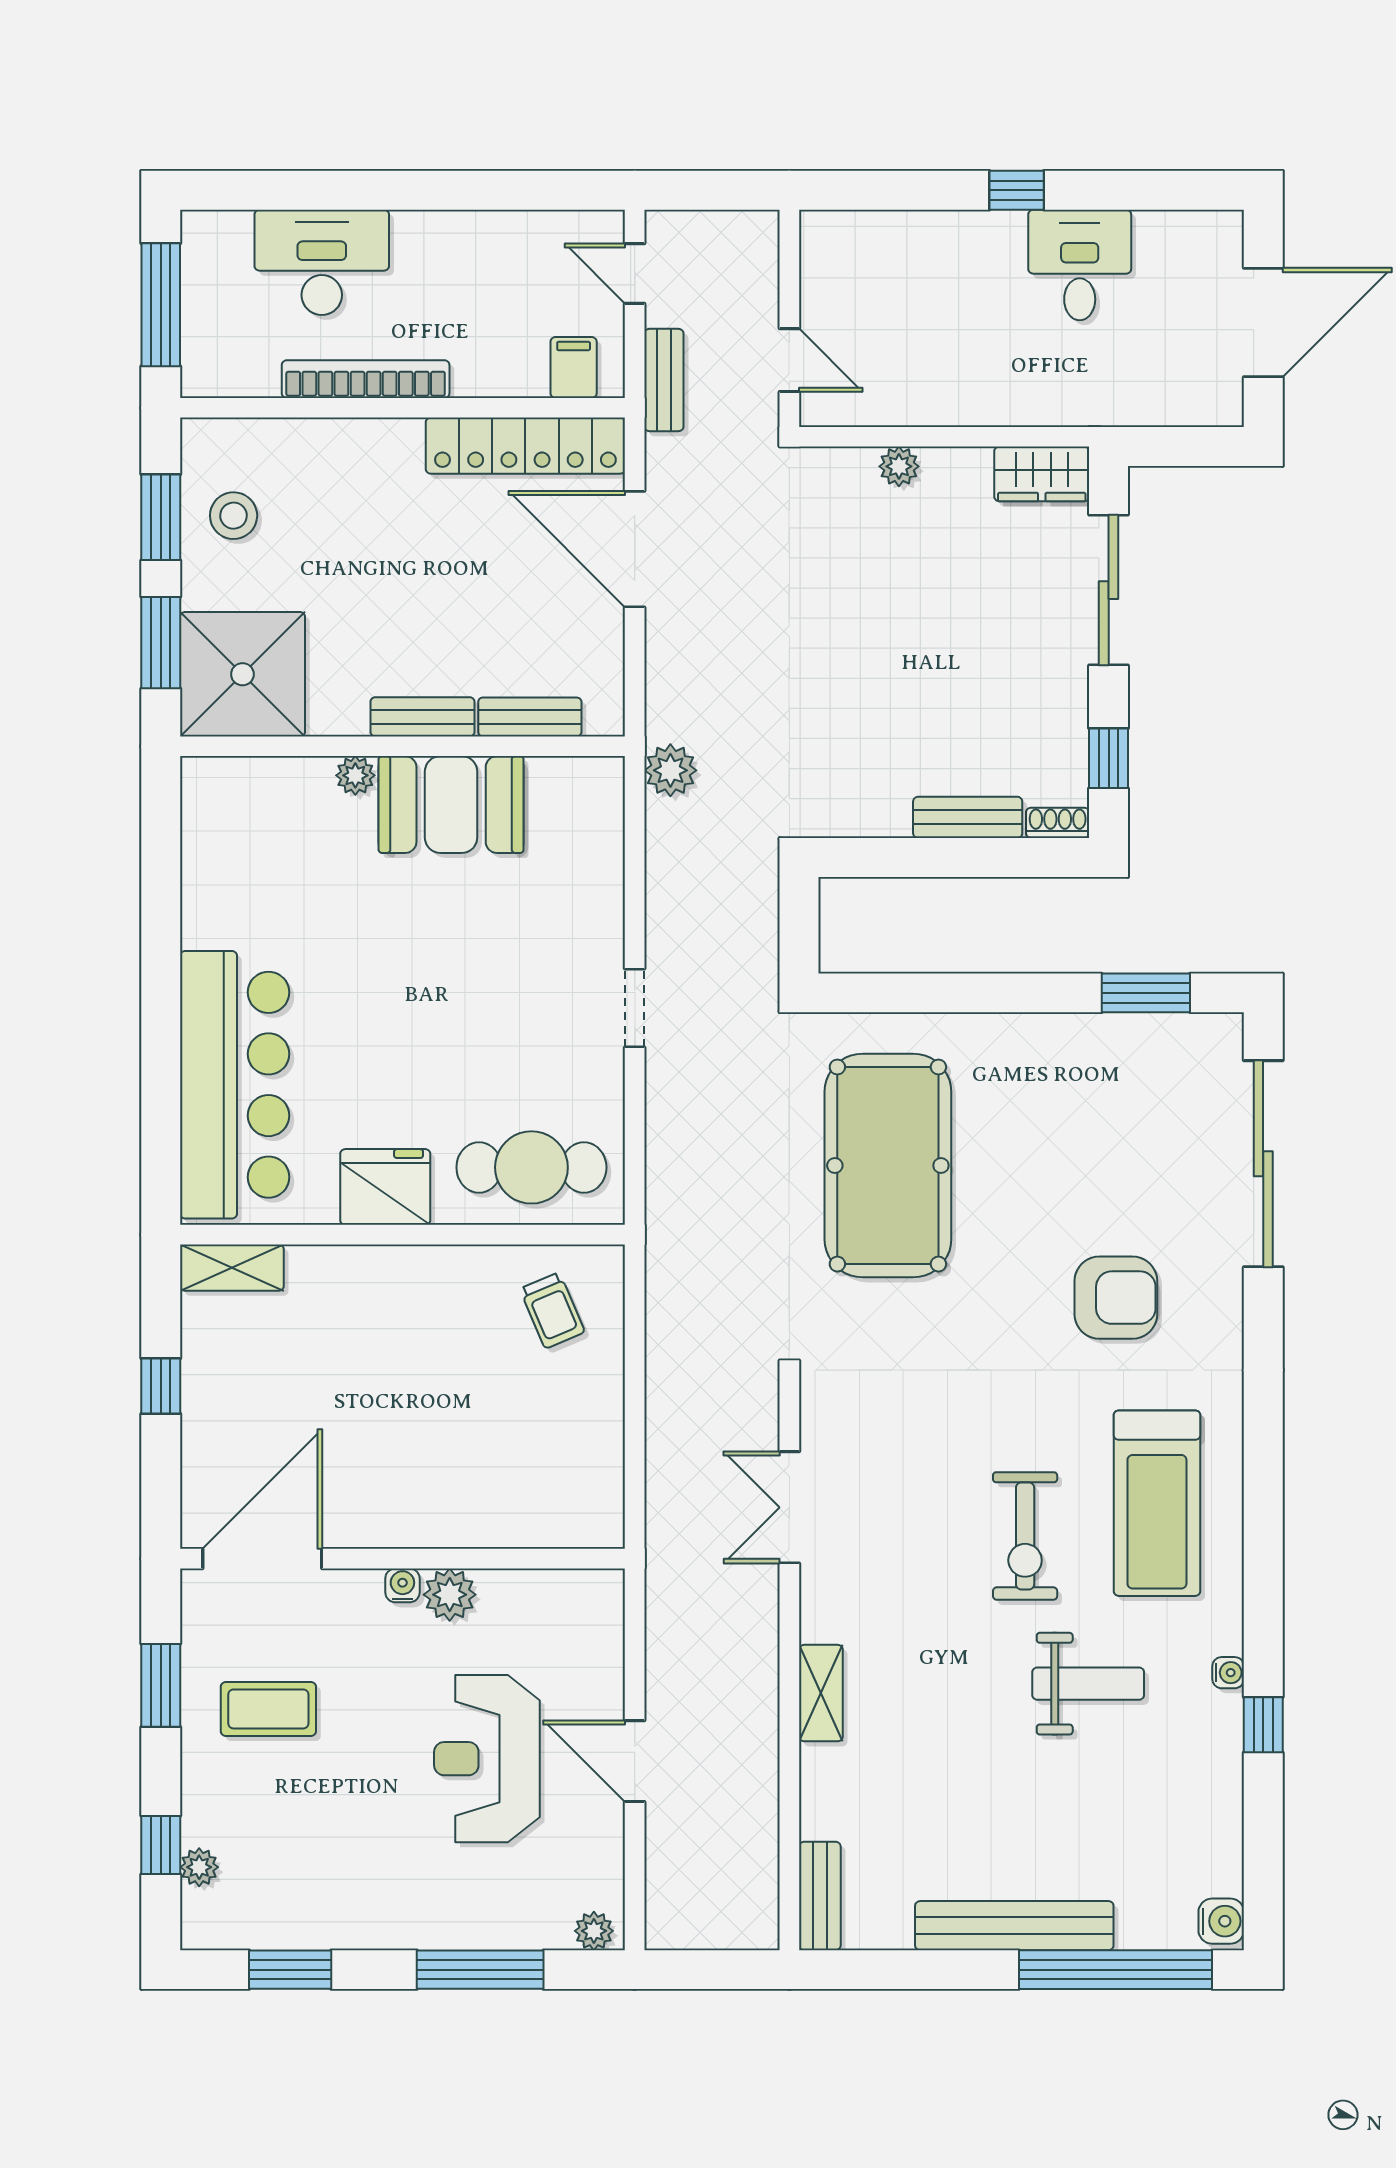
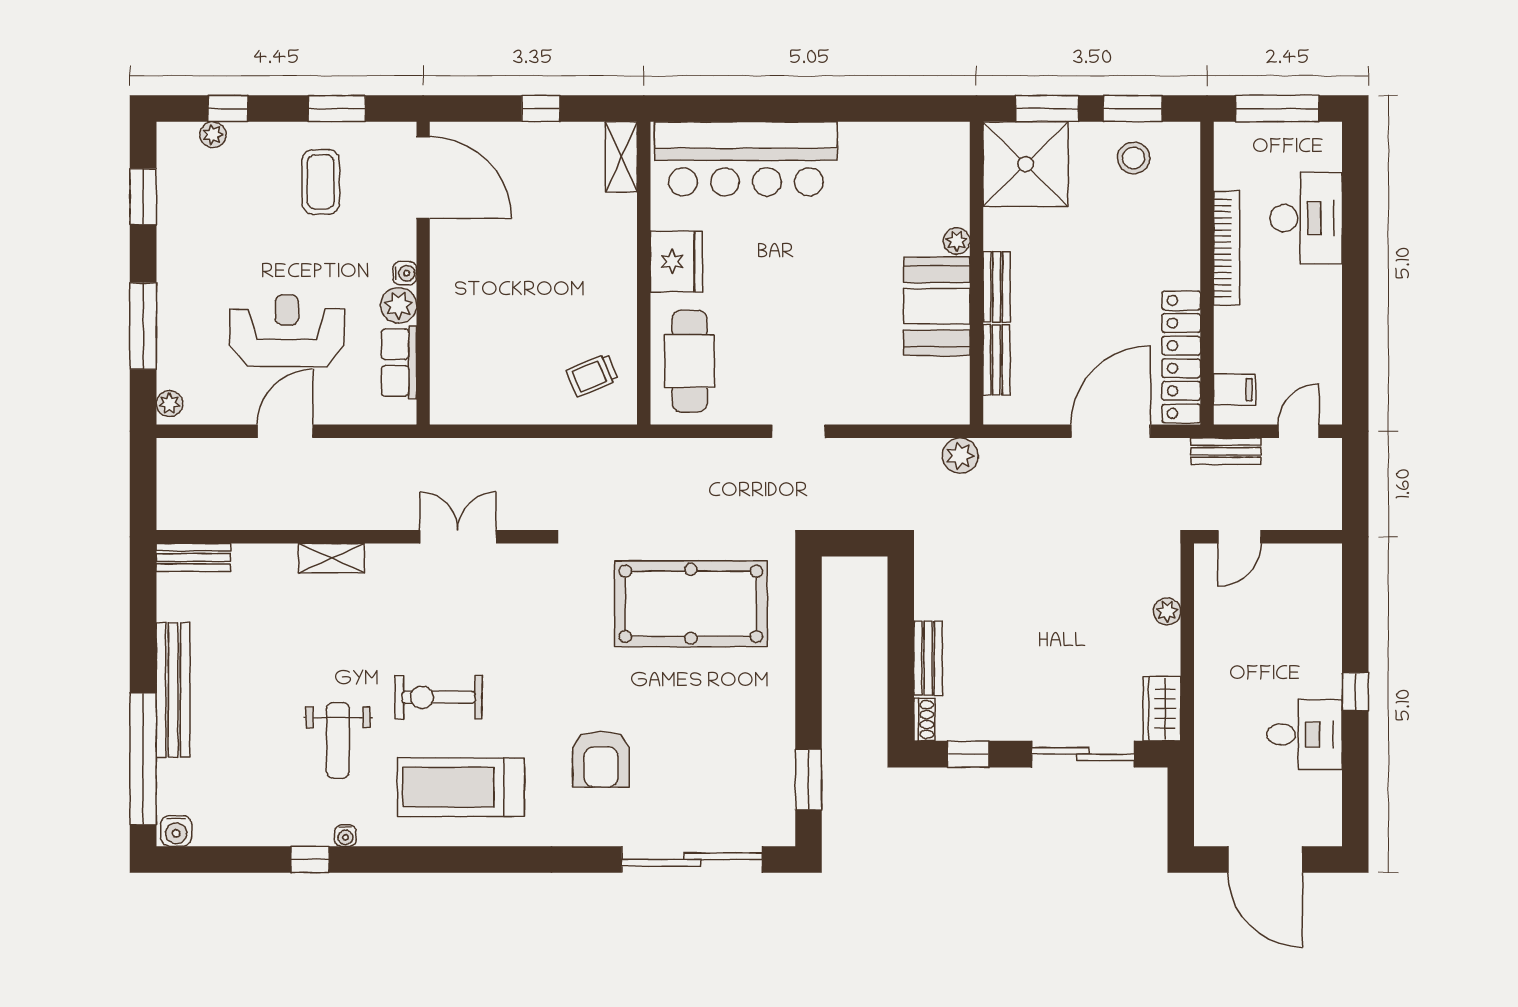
row of seats: (534, 1594) -> (399, 362), added

